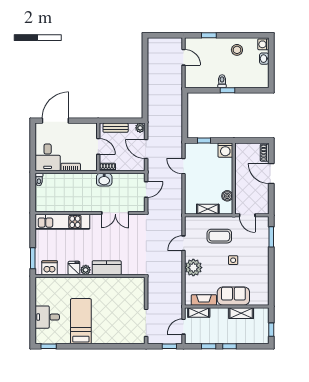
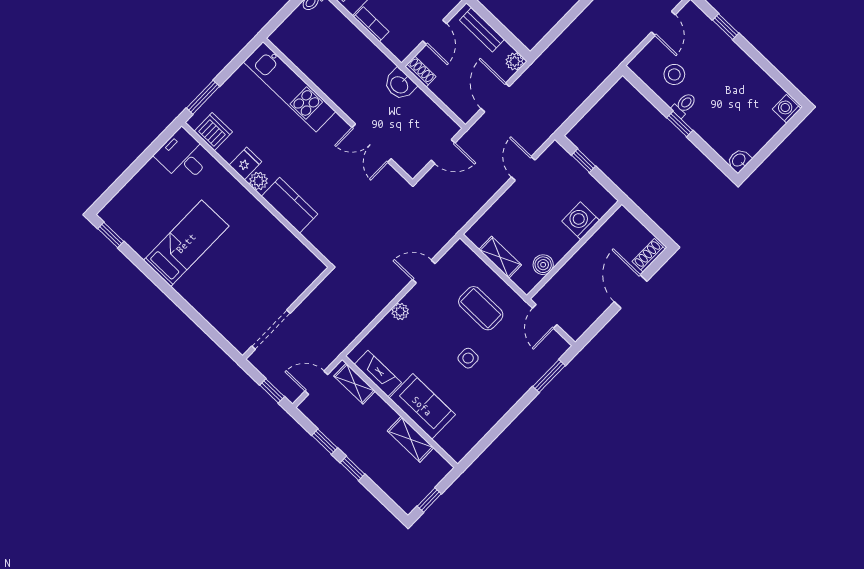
stool: (237, 50) -> (674, 74), moved
washbasin: (264, 59) -> (739, 160), moved
washing machine: (225, 150) -> (581, 221), moved, turned 90
plant: (193, 268) -> (400, 311), width x0.53, depth x0.53
desk: (47, 317) -> (183, 156), moved

